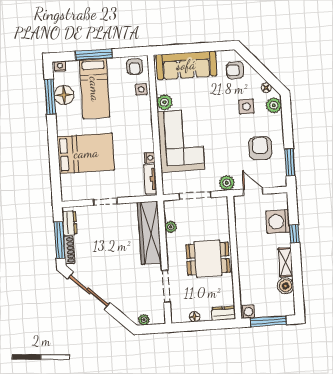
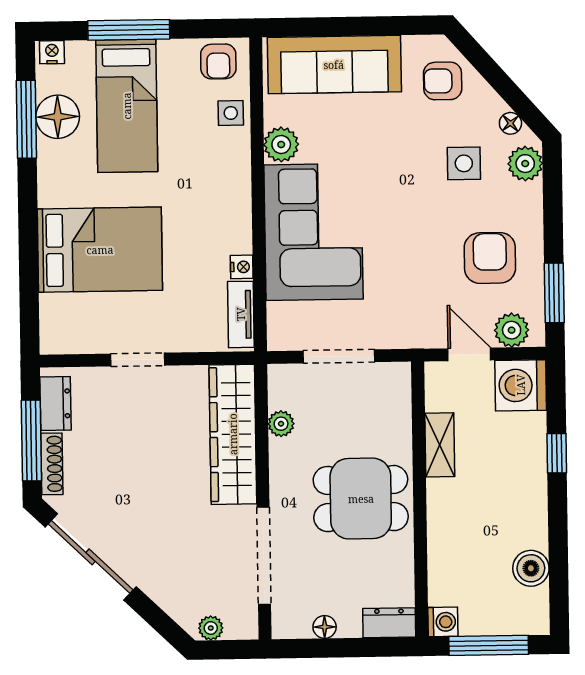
plant: (227, 183) -> (512, 330), moved
washing machine: (278, 222) -> (521, 385), moved
shelving: (286, 262) -> (440, 445), moved
doorway: (166, 286) -> (264, 556), width x1.36

